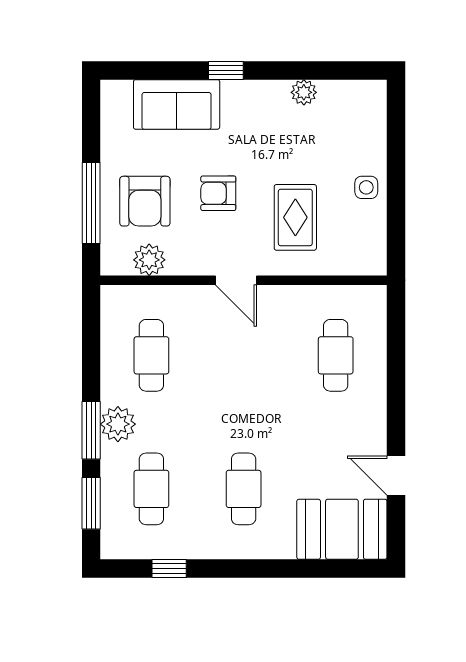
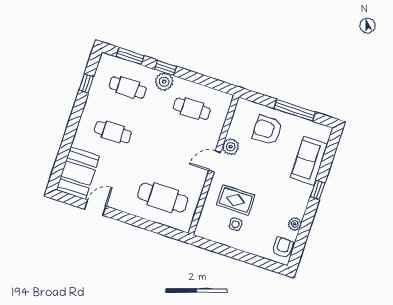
side table: (366, 187) -> (236, 224), moved
armchair: (218, 193) -> (283, 247), moved
window: (91, 203) -> (295, 110), moved
plant: (149, 260) -> (231, 147), moved
cafe table: (336, 355) -> (163, 198), width x1.37, depth x1.35
window: (91, 430) -> (165, 68), width x0.67

